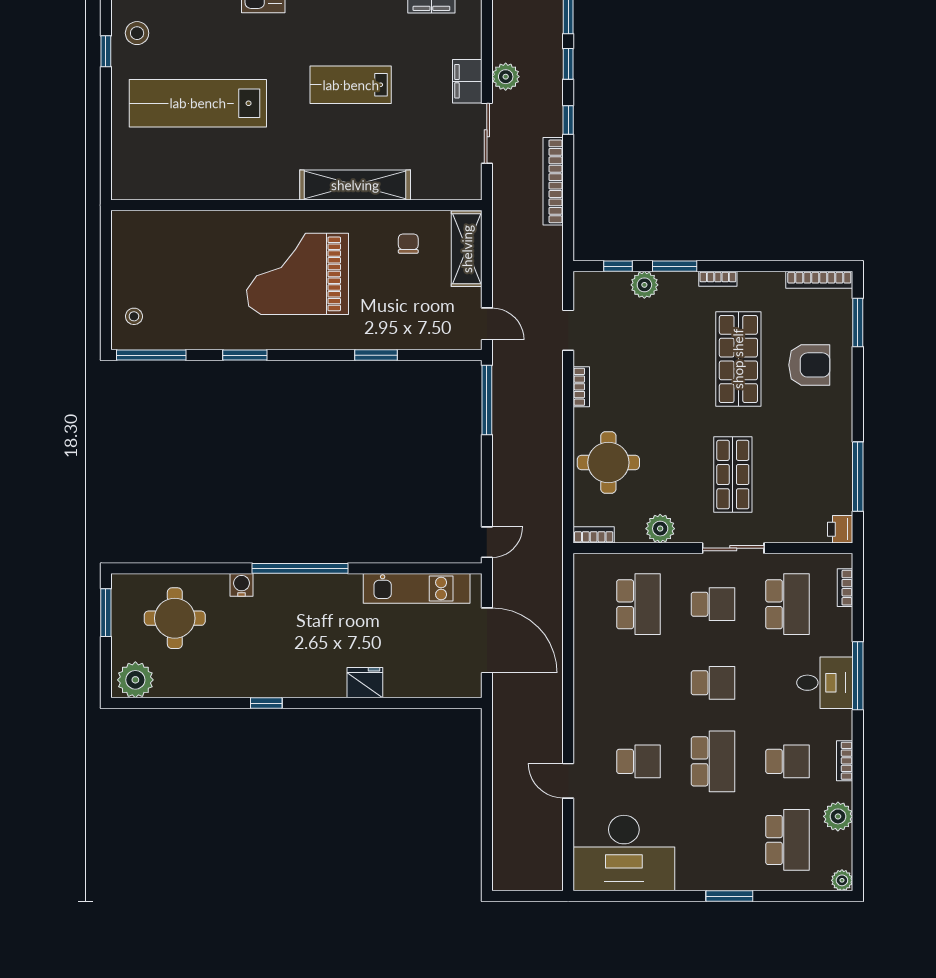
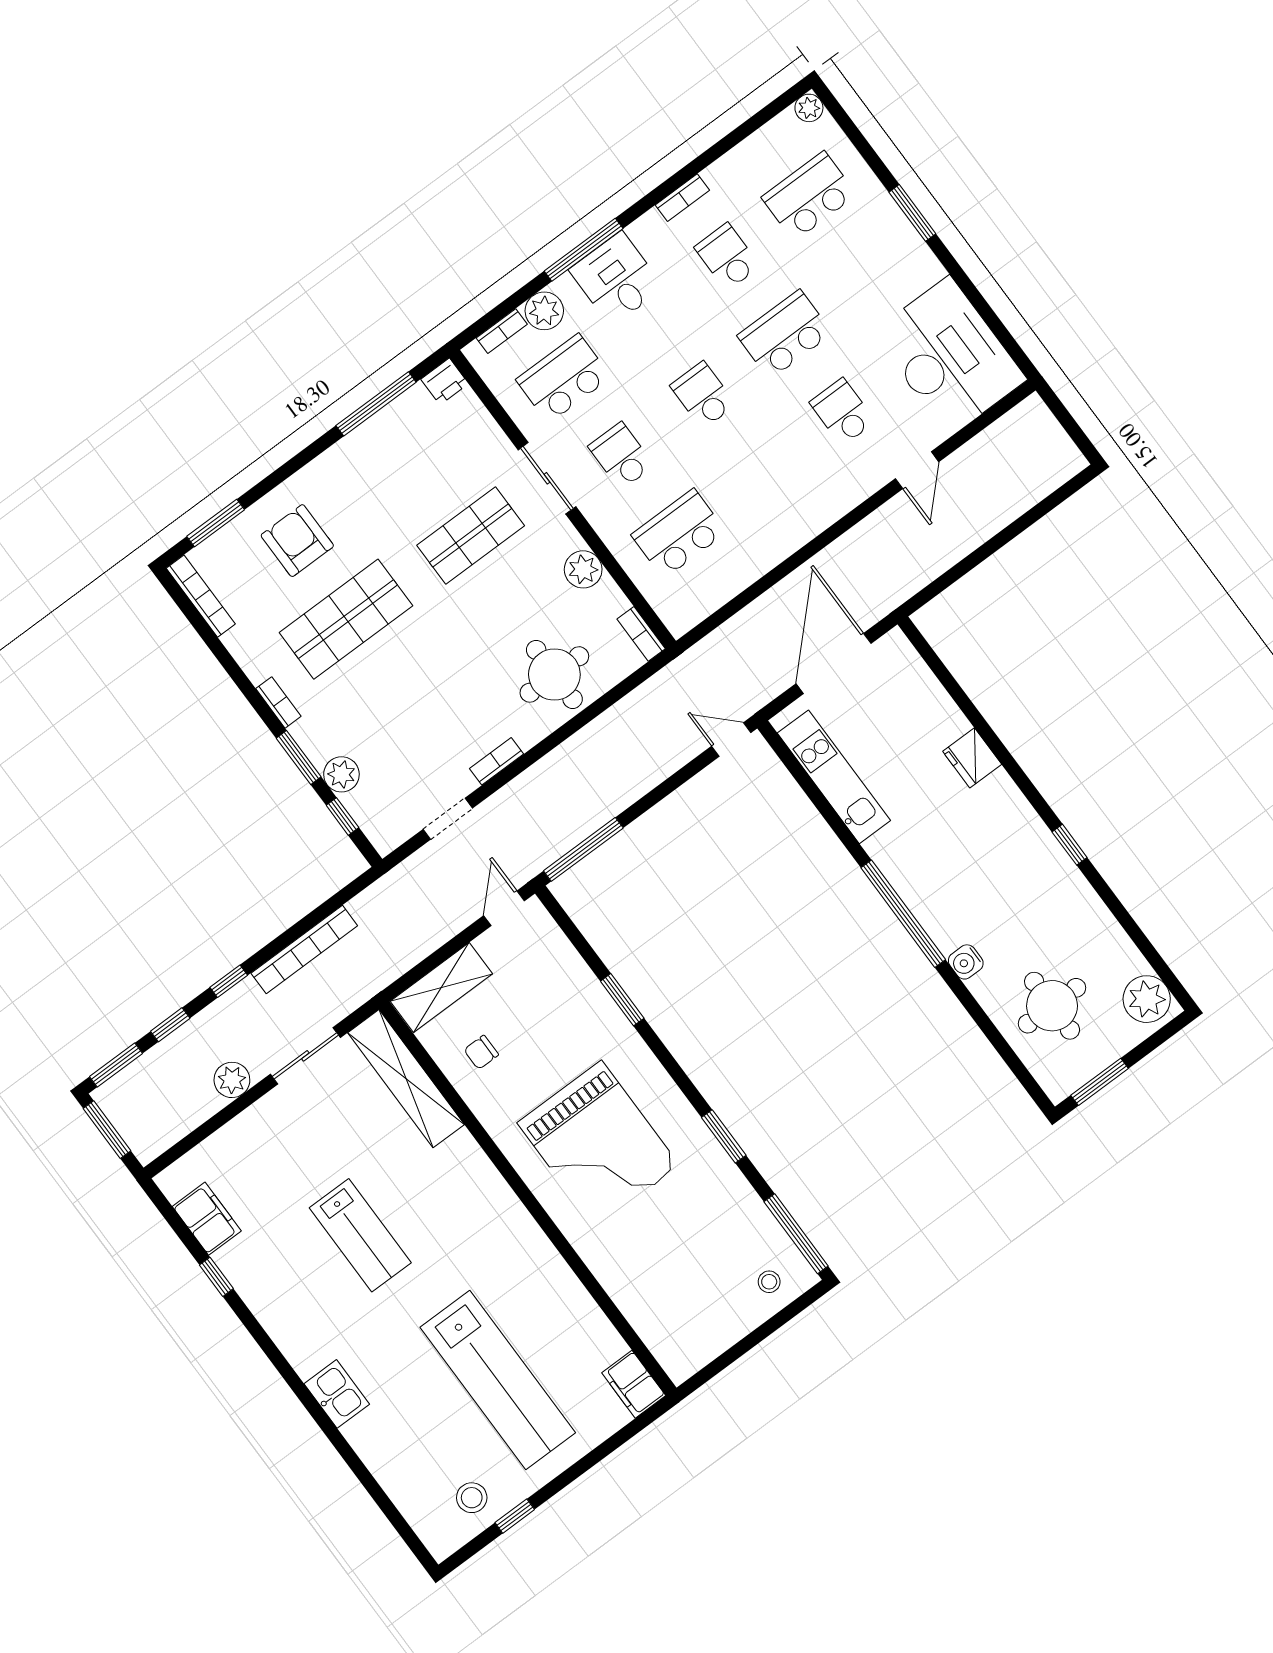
filing cabinet: (467, 81) -> (634, 1384), moved, turned 90
shelving: (355, 185) -> (406, 1079), moved
plant: (838, 816) -> (544, 311), moved

